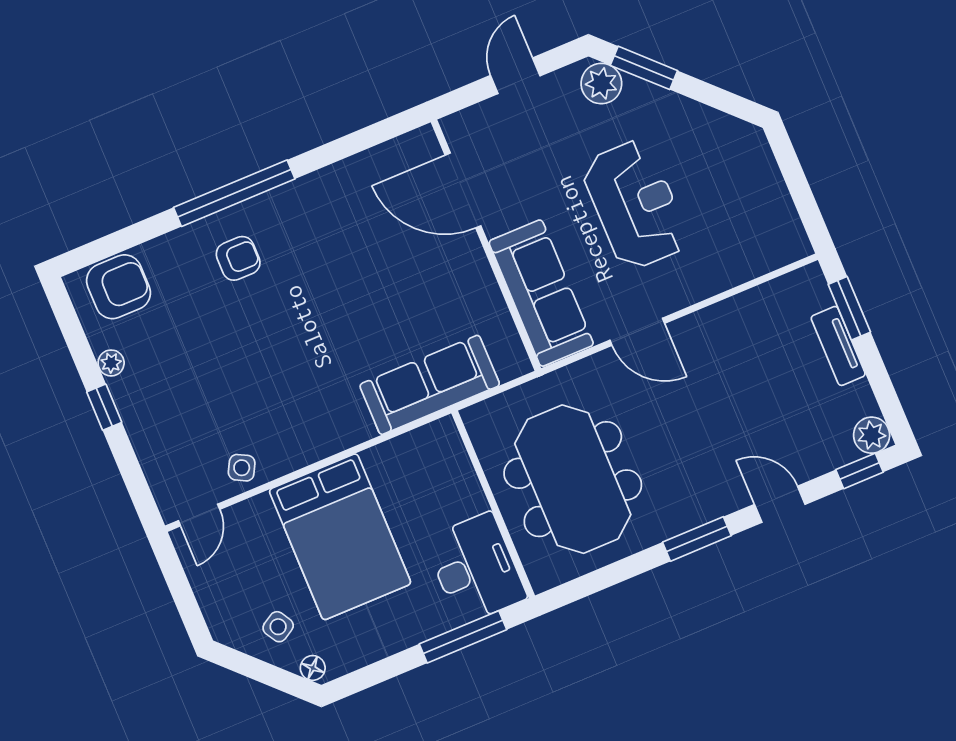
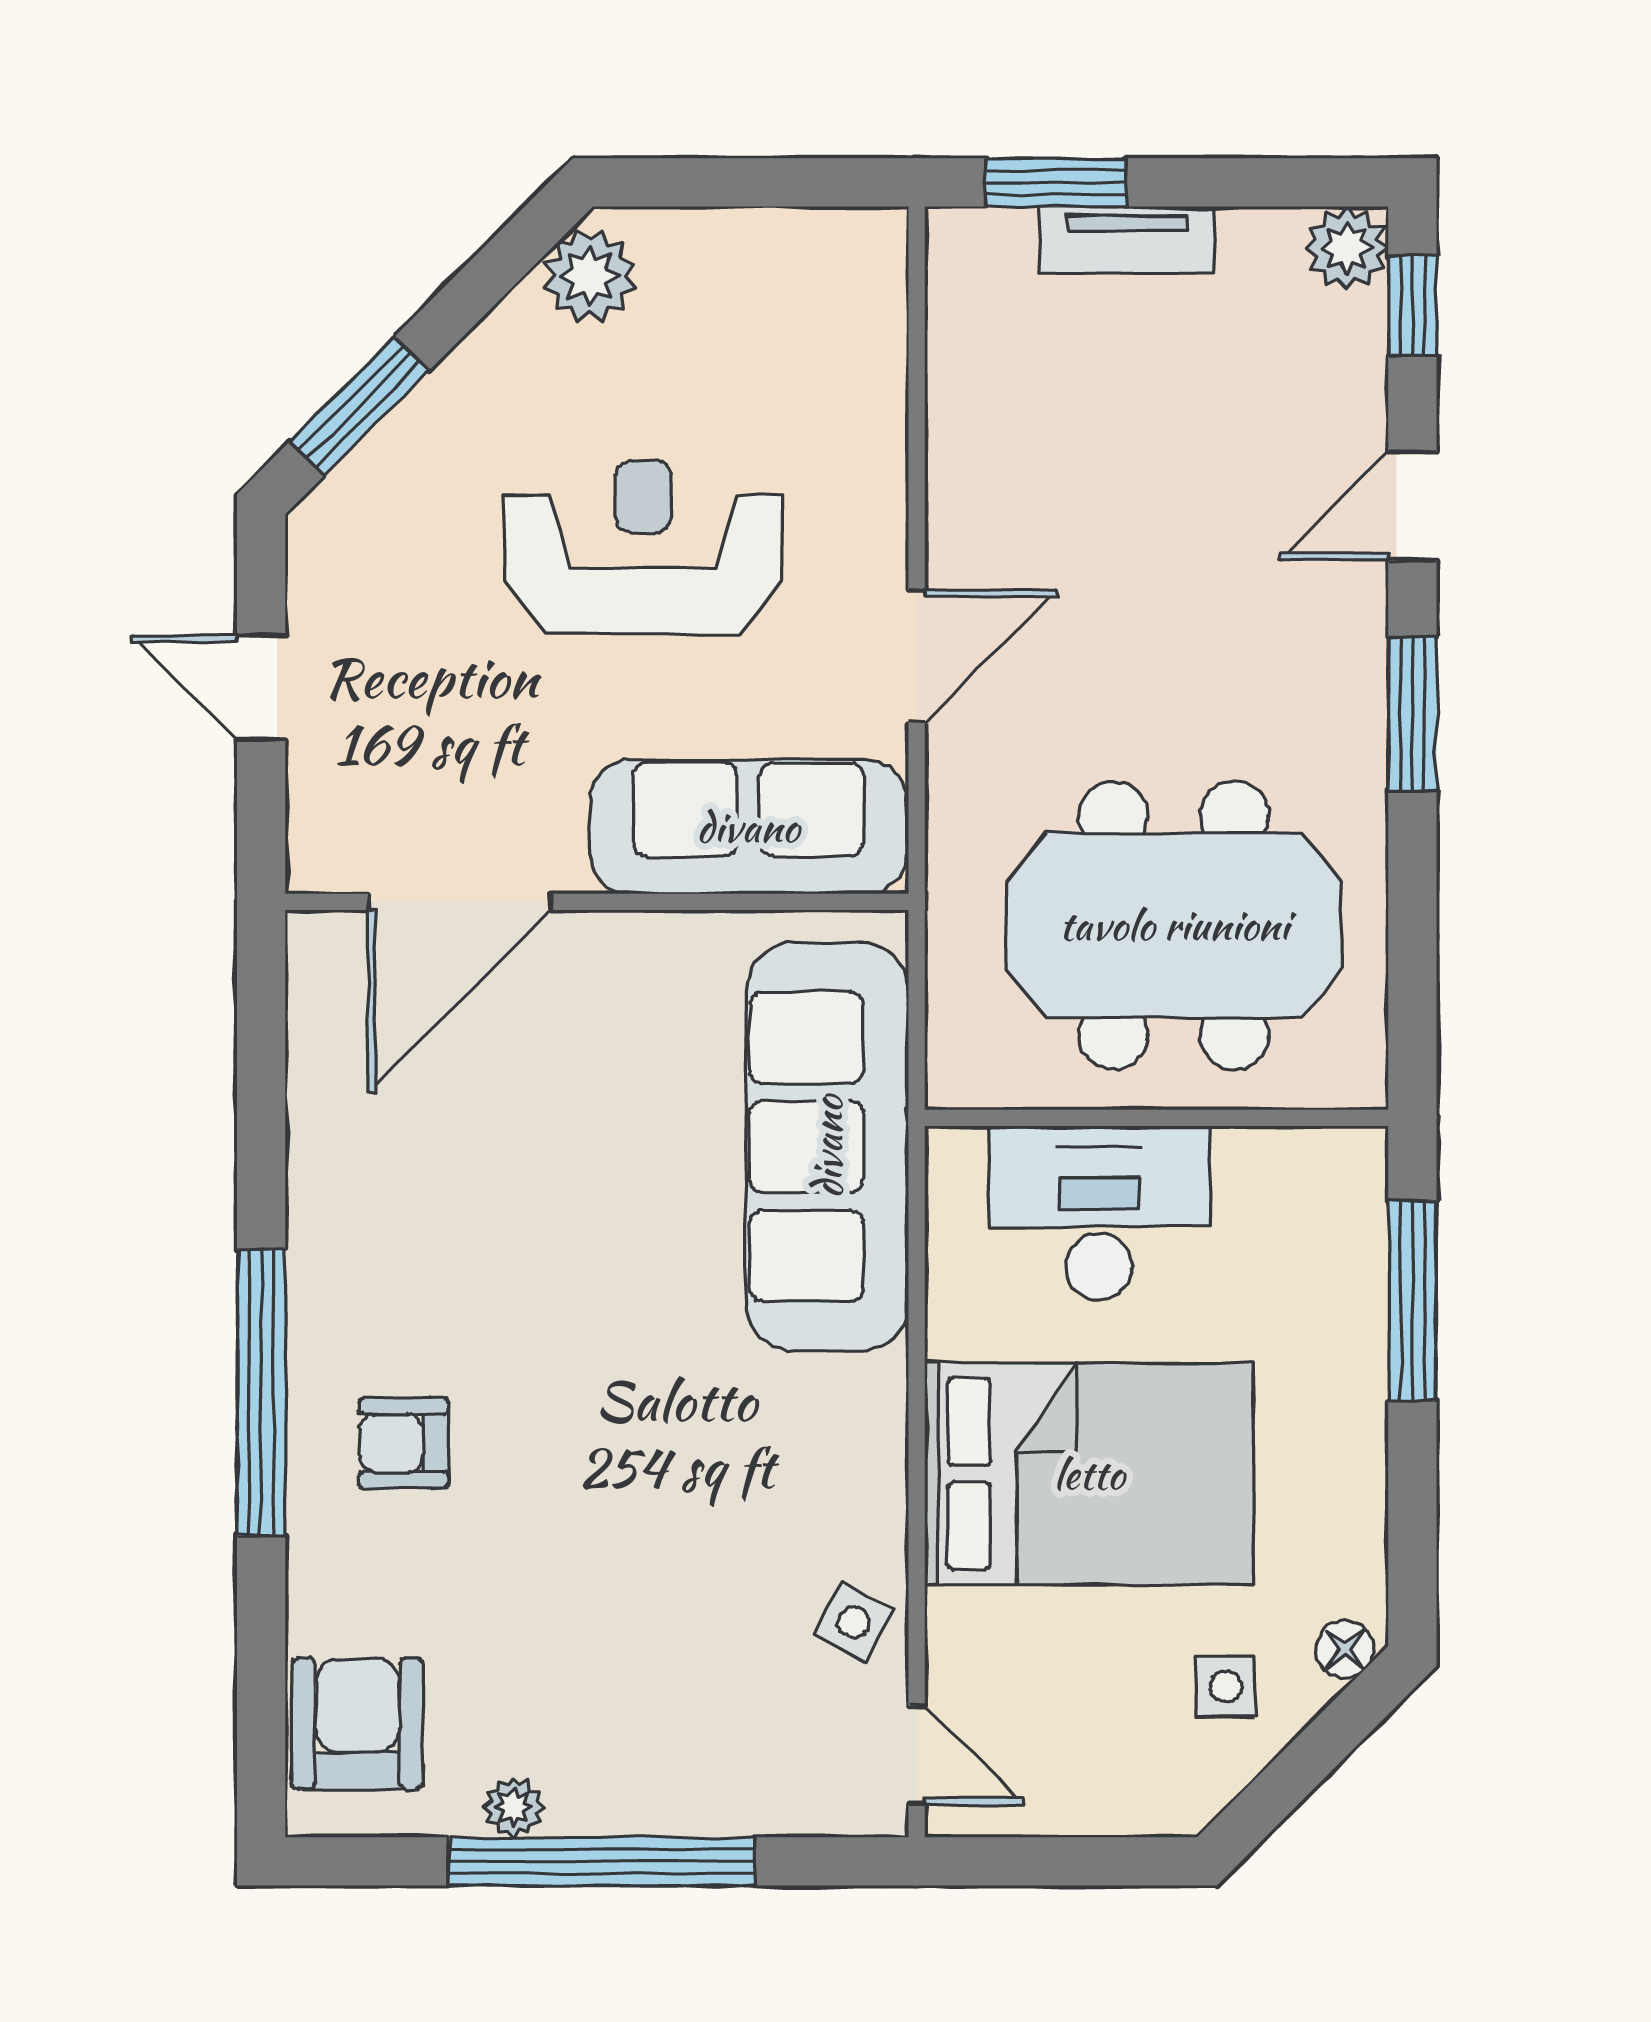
plant: (601, 84) -> (590, 276), moved
armchair: (238, 258) -> (404, 1443), turned -90
sofa: (430, 385) -> (827, 1147), width x1.36, depth x1.27
window: (104, 407) -> (602, 1861), width x3.17
desk: (476, 569) -> (1099, 1213), moved
side table: (278, 627) -> (1226, 1686), turned 31

